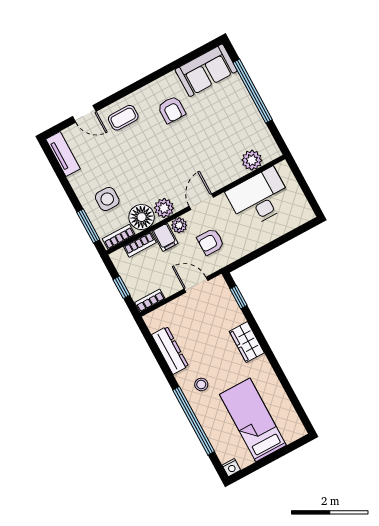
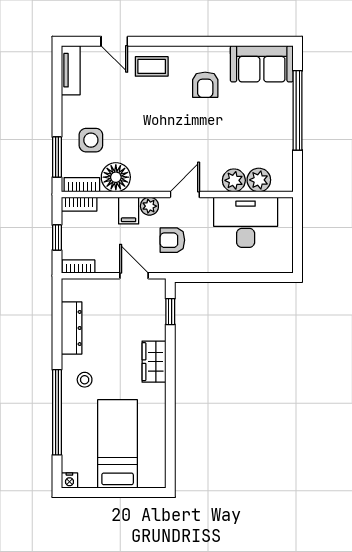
plant: (164, 208) -> (234, 180), moved
bookcase: (140, 245) -> (79, 204), moved

